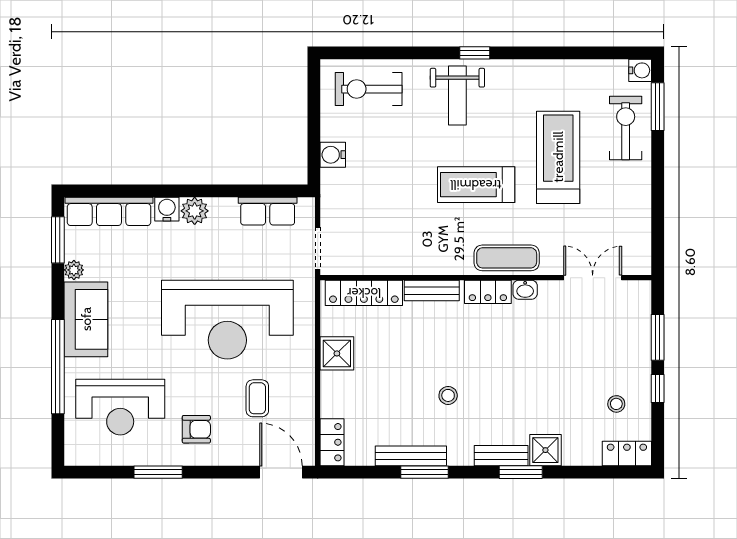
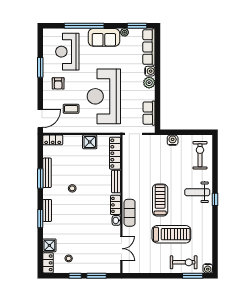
shower: (545, 450) -> (49, 245), moved

